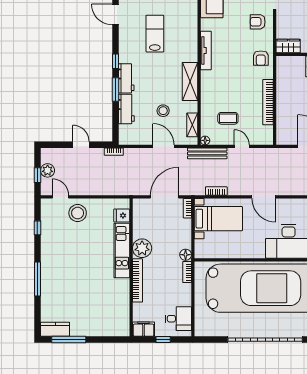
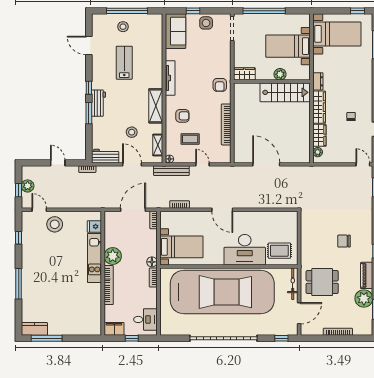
armchair: (258, 22) -> (182, 116), moved, turned 180
workbench: (126, 109) -> (105, 156), moved, turned -90
bed with nightstands: (218, 219) -> (181, 247), moved

